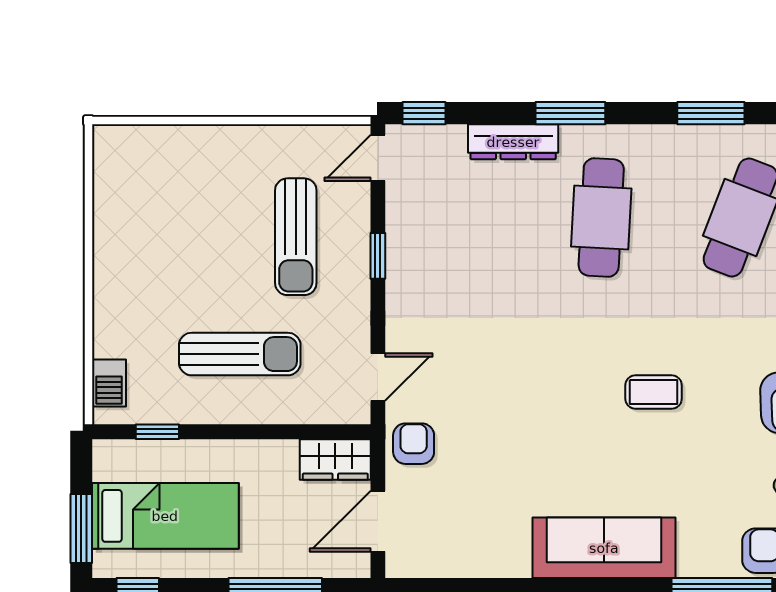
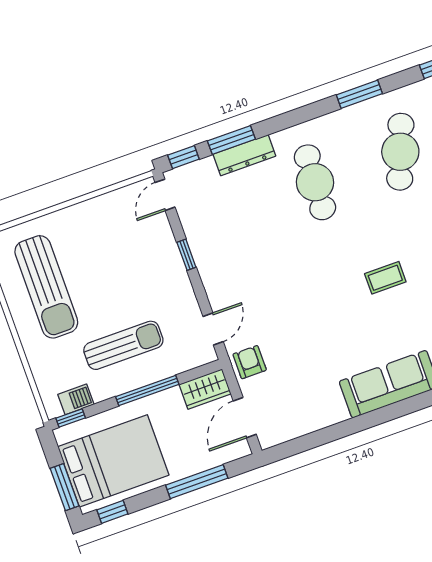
window: (570, 113) -> (231, 140), moved
sun lounger: (296, 237) -> (46, 287), moved, width x1.36, depth x1.34
barbecue: (109, 383) -> (76, 399), moved, turned -90
window: (157, 432) -> (71, 418), moved
window: (251, 432) -> (147, 390), added
bed: (165, 516) -> (113, 461), width x1.50

